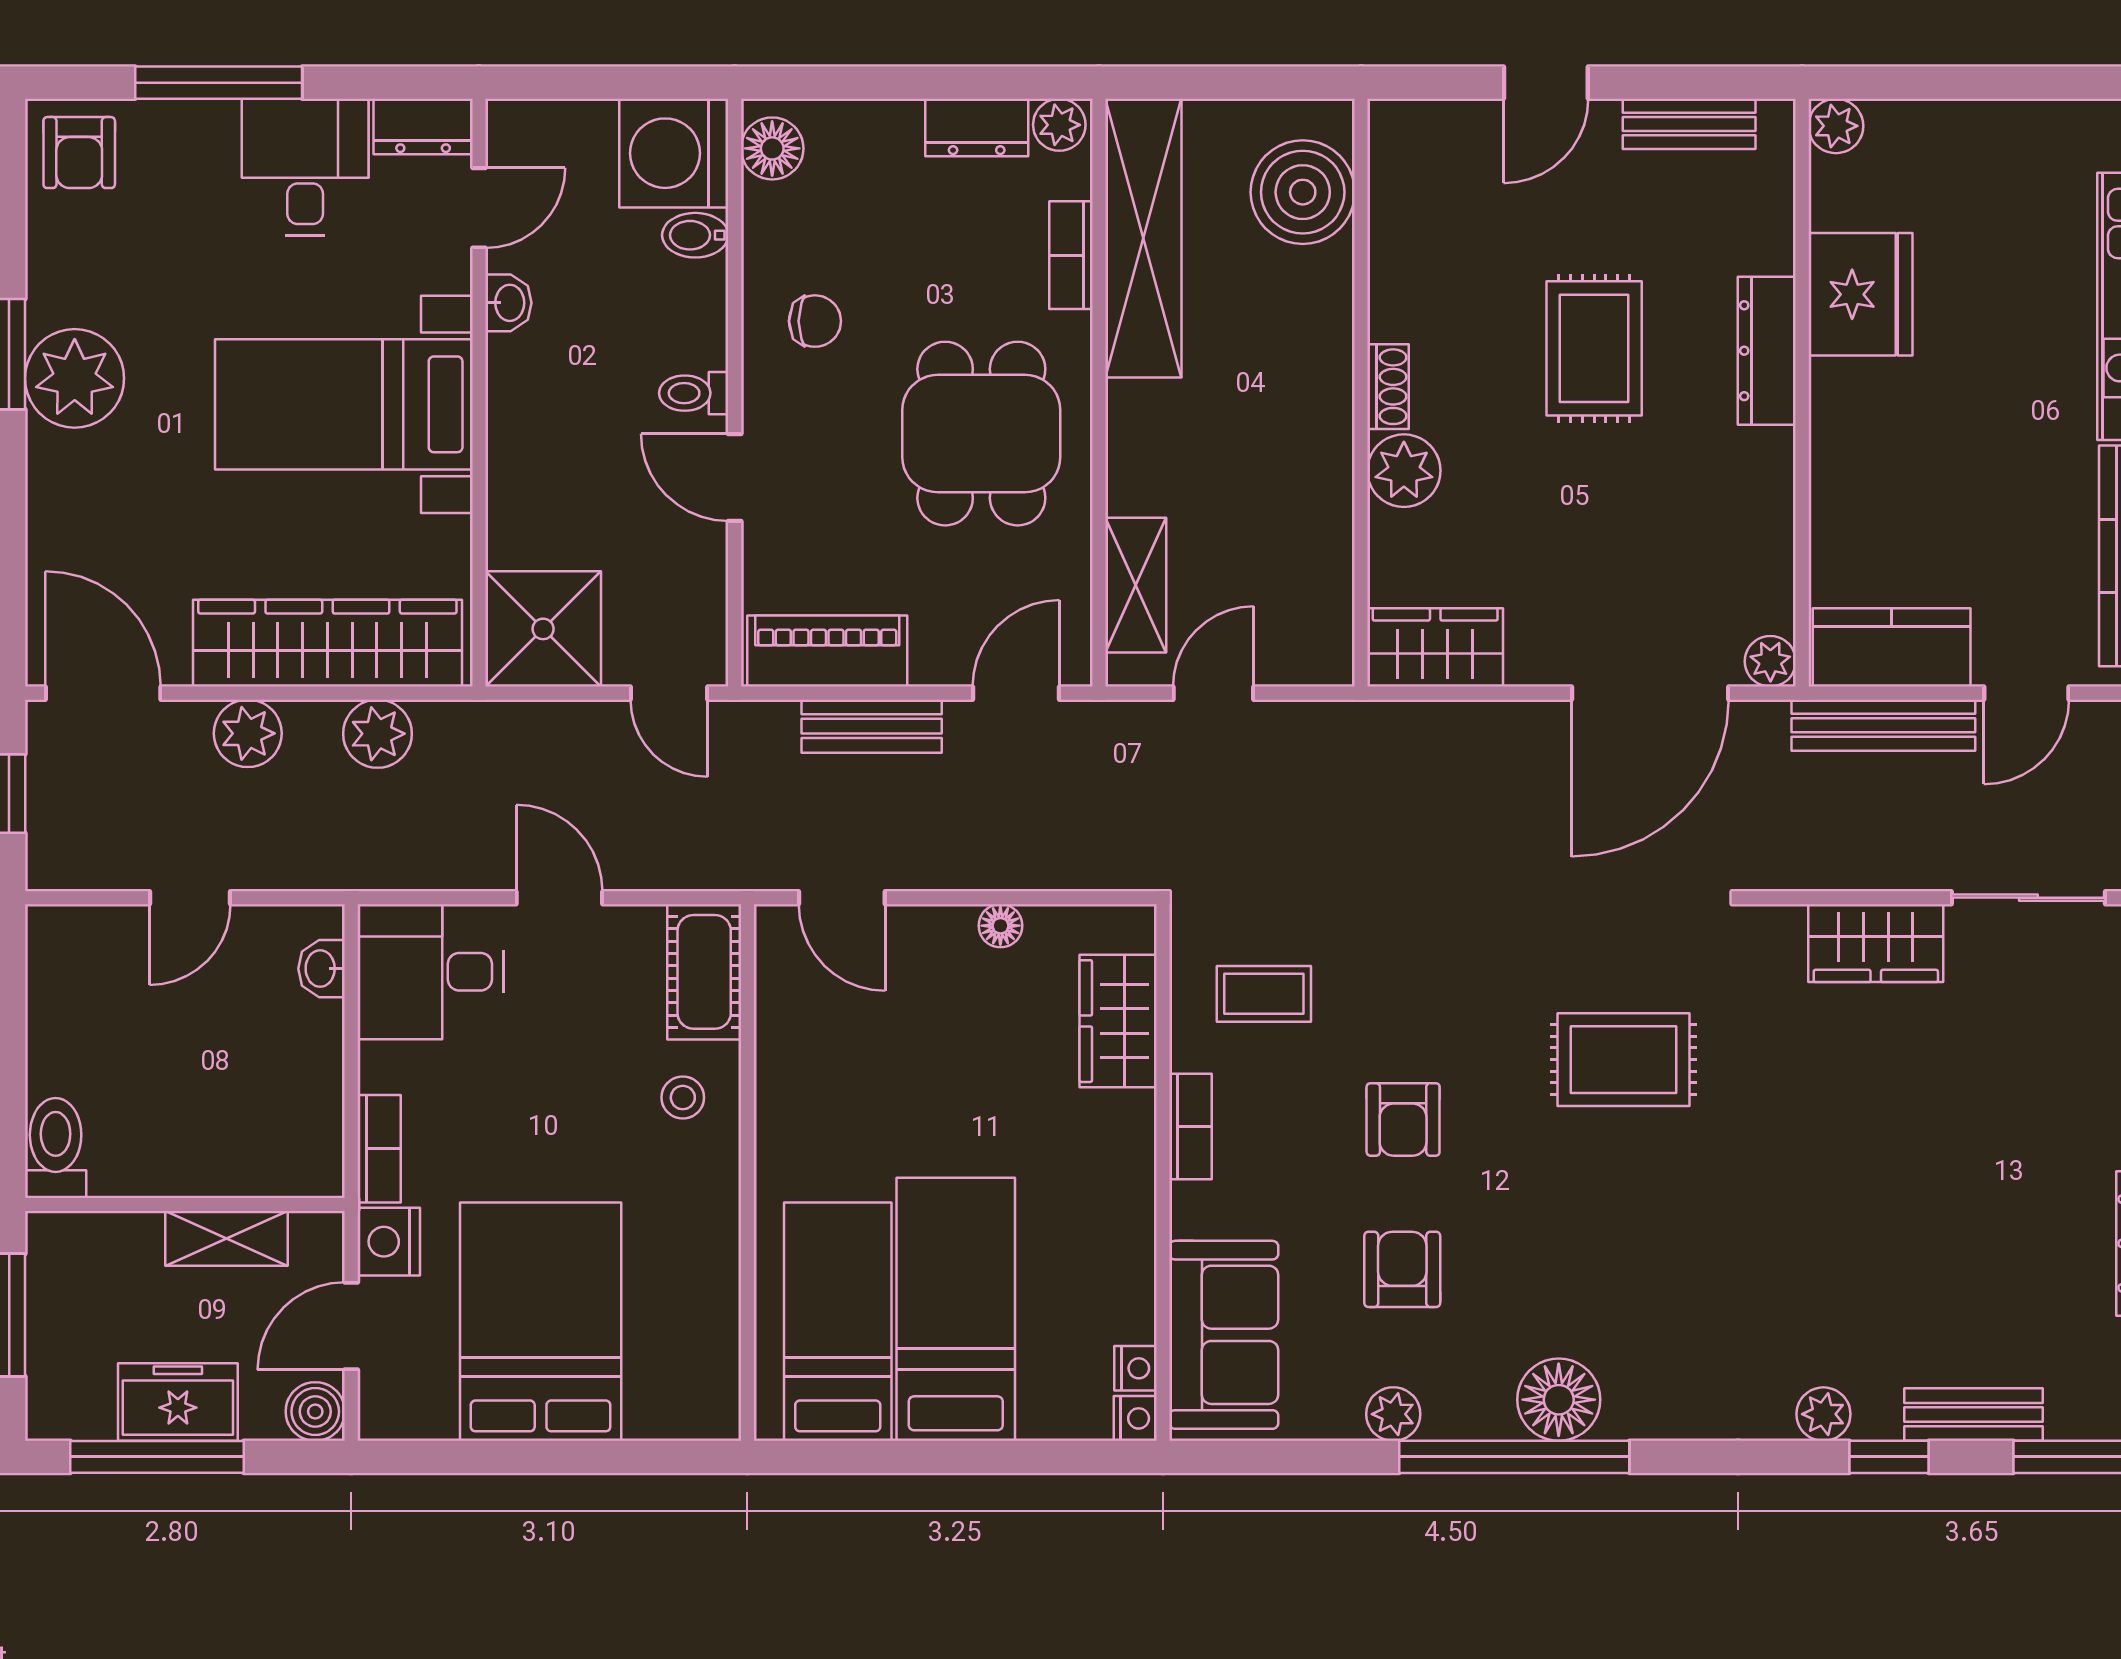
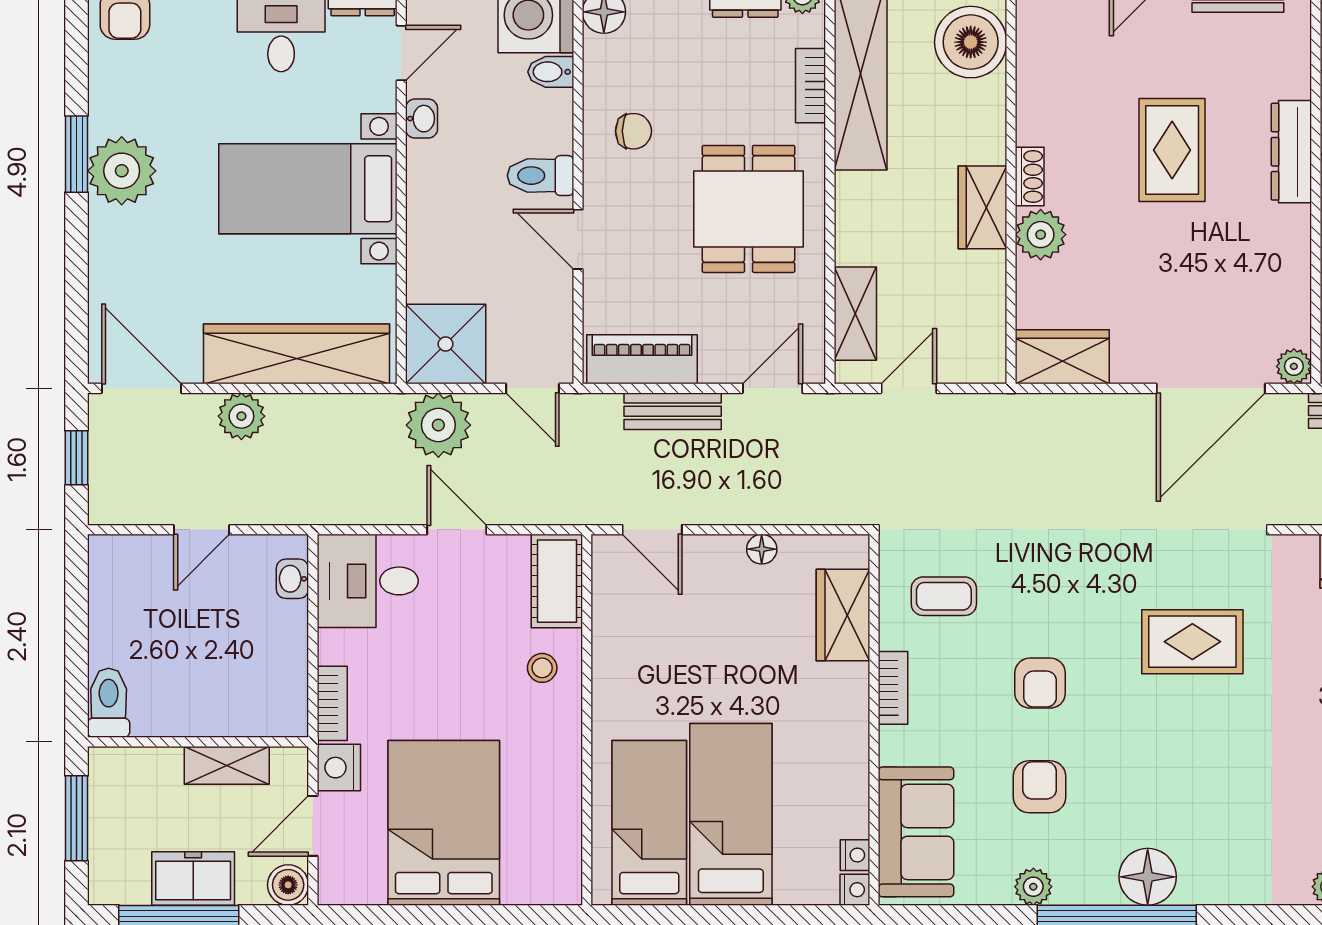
toilet: (694, 393) -> (540, 176), width x1.37, depth x1.39
wardrobe: (1320, 431) -> (982, 207), added
plant: (378, 734) -> (438, 425), moved, width x1.36, depth x1.36

